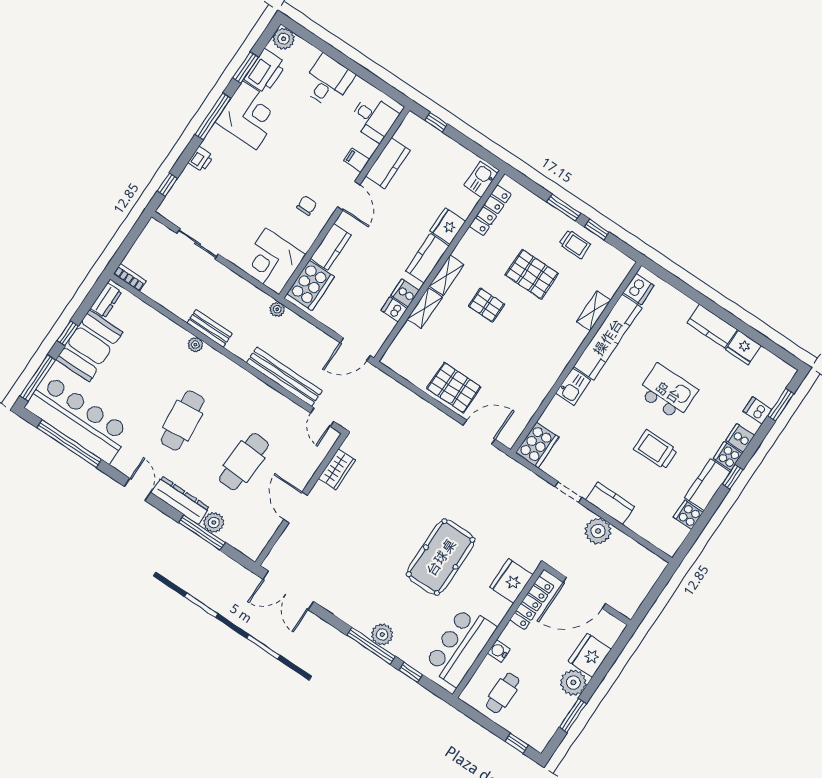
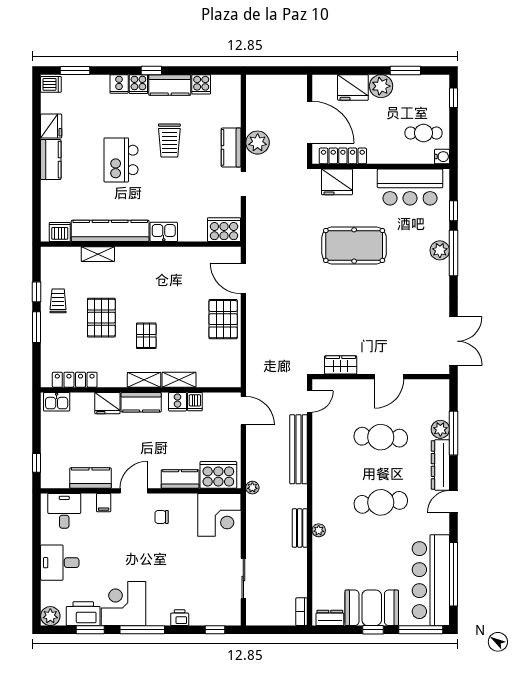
dishwasher: (757, 410) -> (51, 84), moved, turned -90
water cooler: (499, 651) -> (442, 157), moved, turned -90

